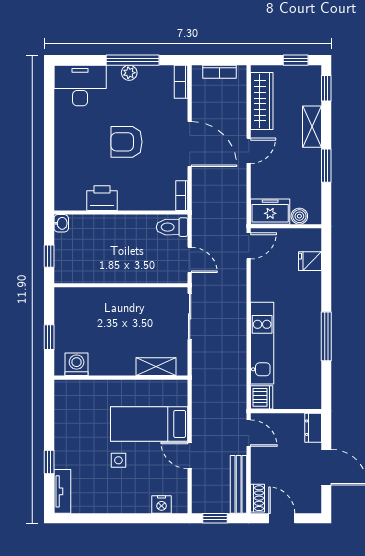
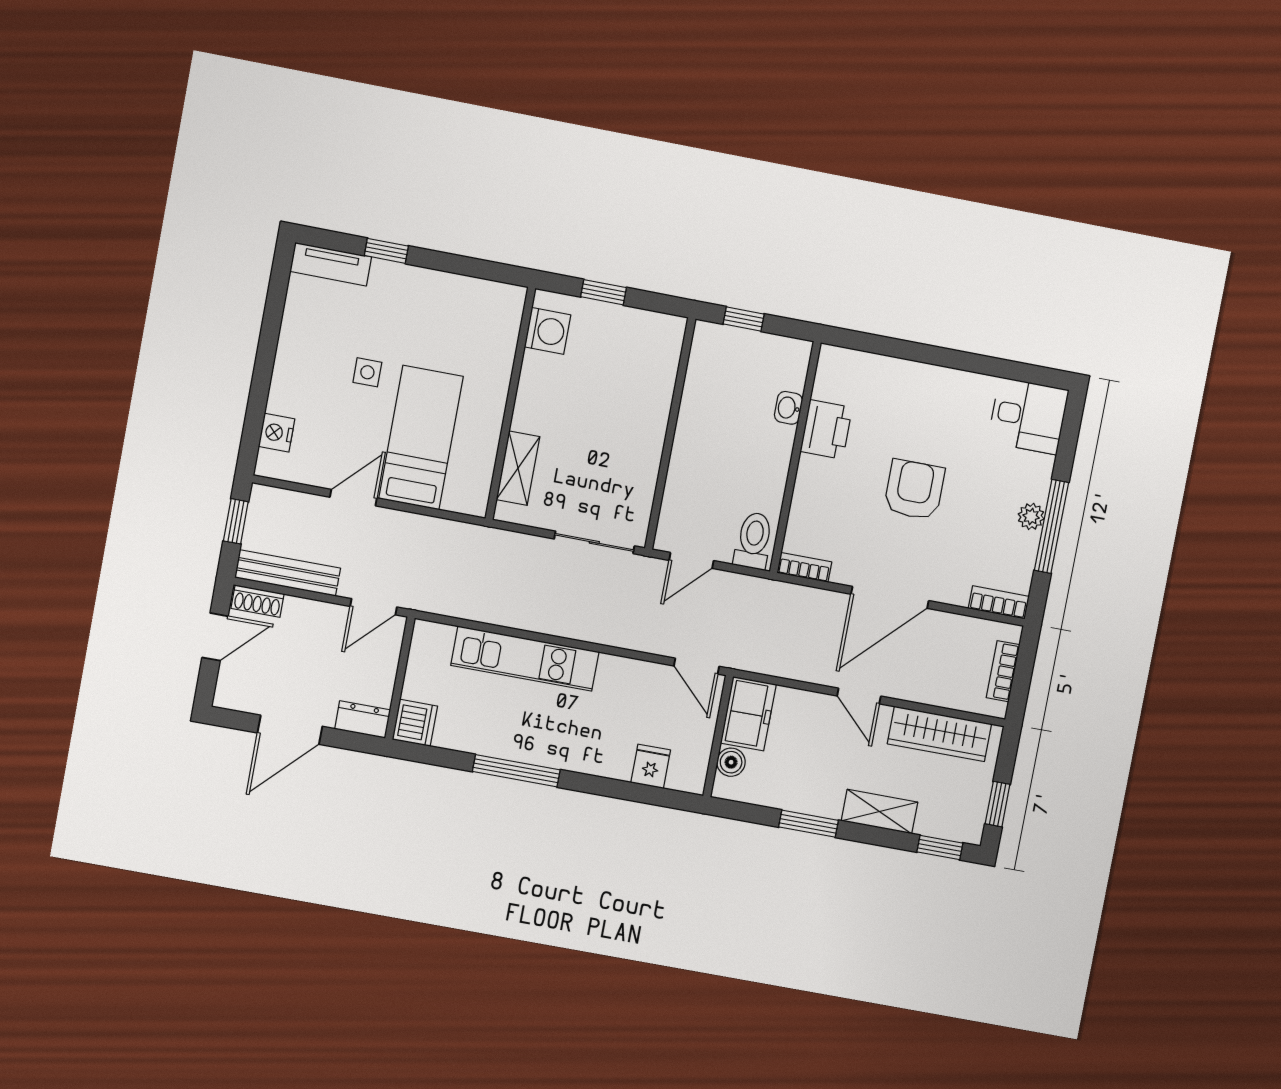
desk: (80, 85) -> (1028, 416), width x0.73
washbasin: (61, 223) -> (788, 408), moved, turned 90
dishwasher: (262, 397) -> (415, 723), moved, turned -90

